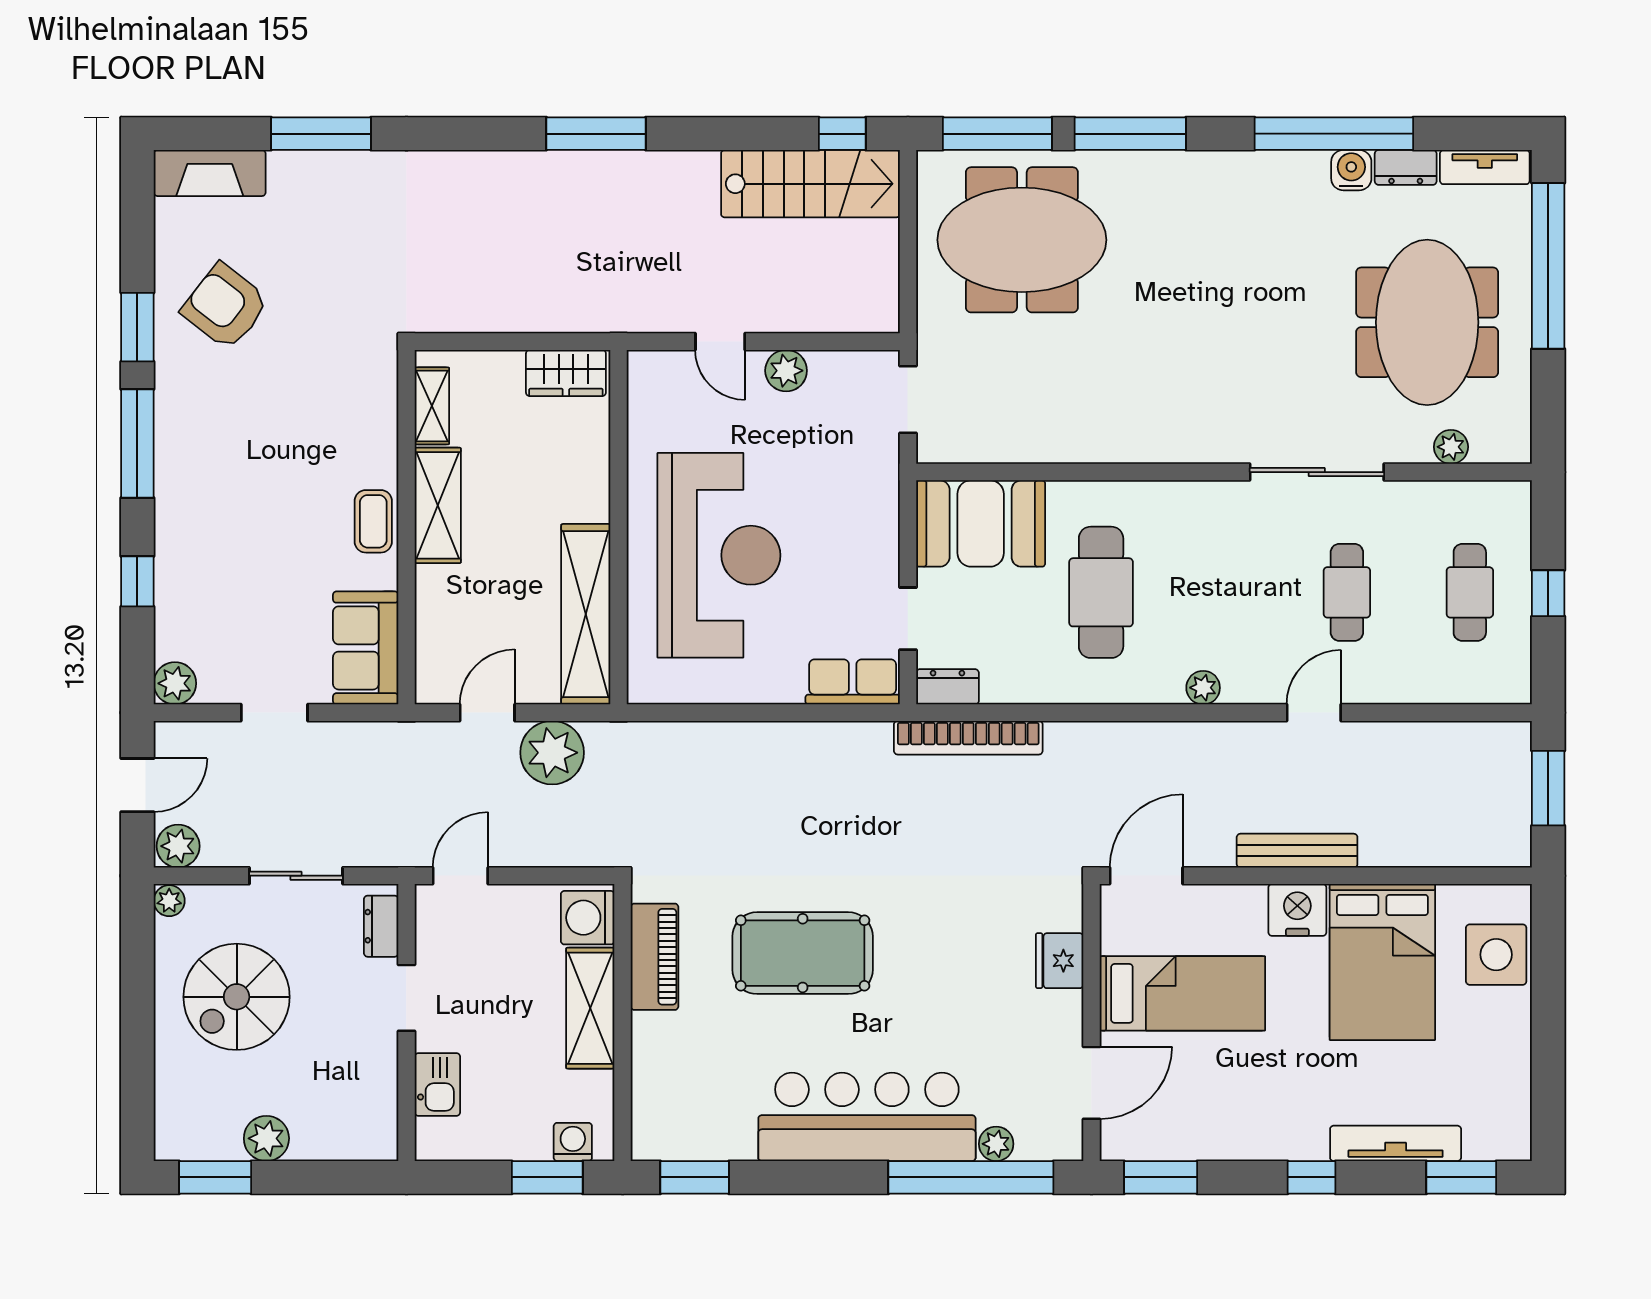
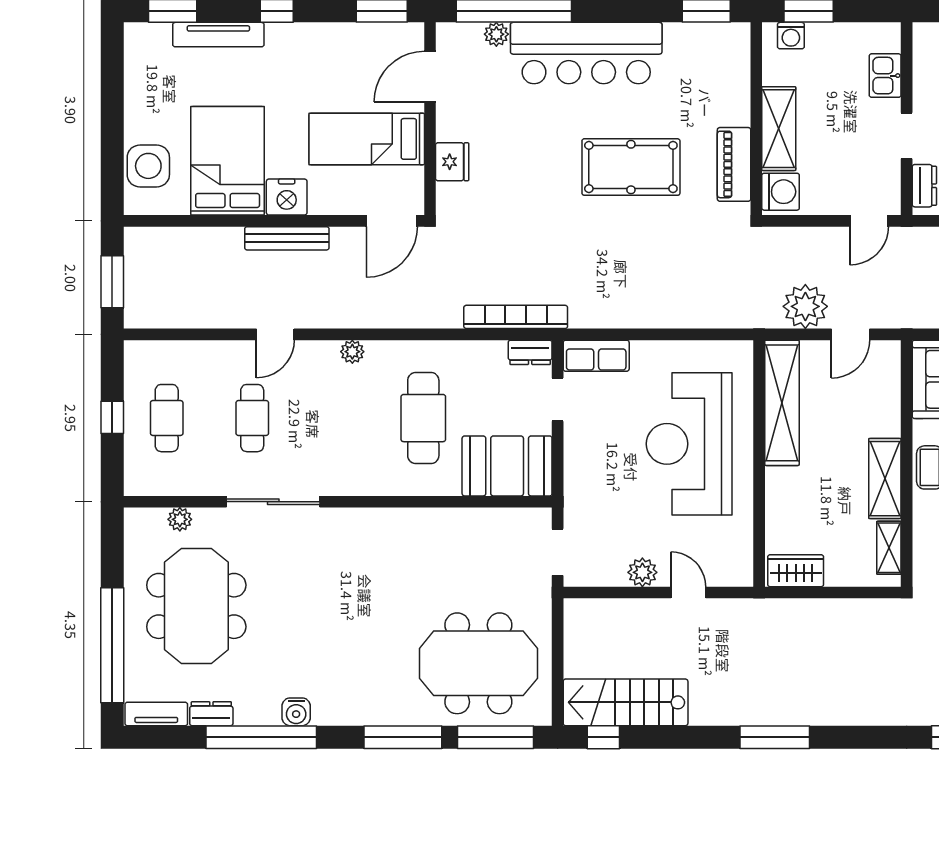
water cooler: (1351, 170) -> (296, 712), moved

